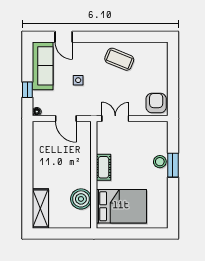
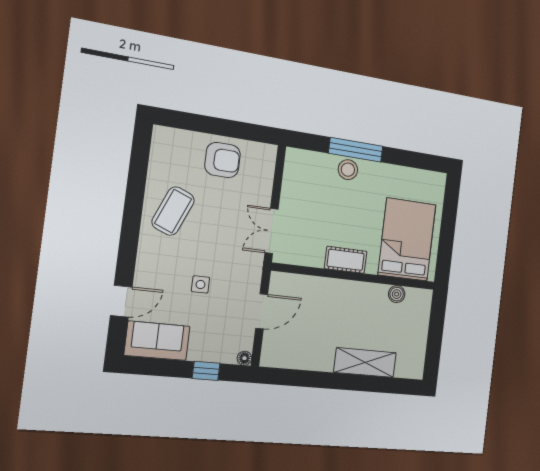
sofa: (43, 66) -> (157, 341), width x0.73
armchair: (156, 103) -> (223, 160), moved, turned 180
window: (173, 165) -> (356, 150), width x1.44
boiler: (81, 199) -> (397, 294), width x0.54, depth x0.54
shelving: (40, 208) -> (365, 363), moved

